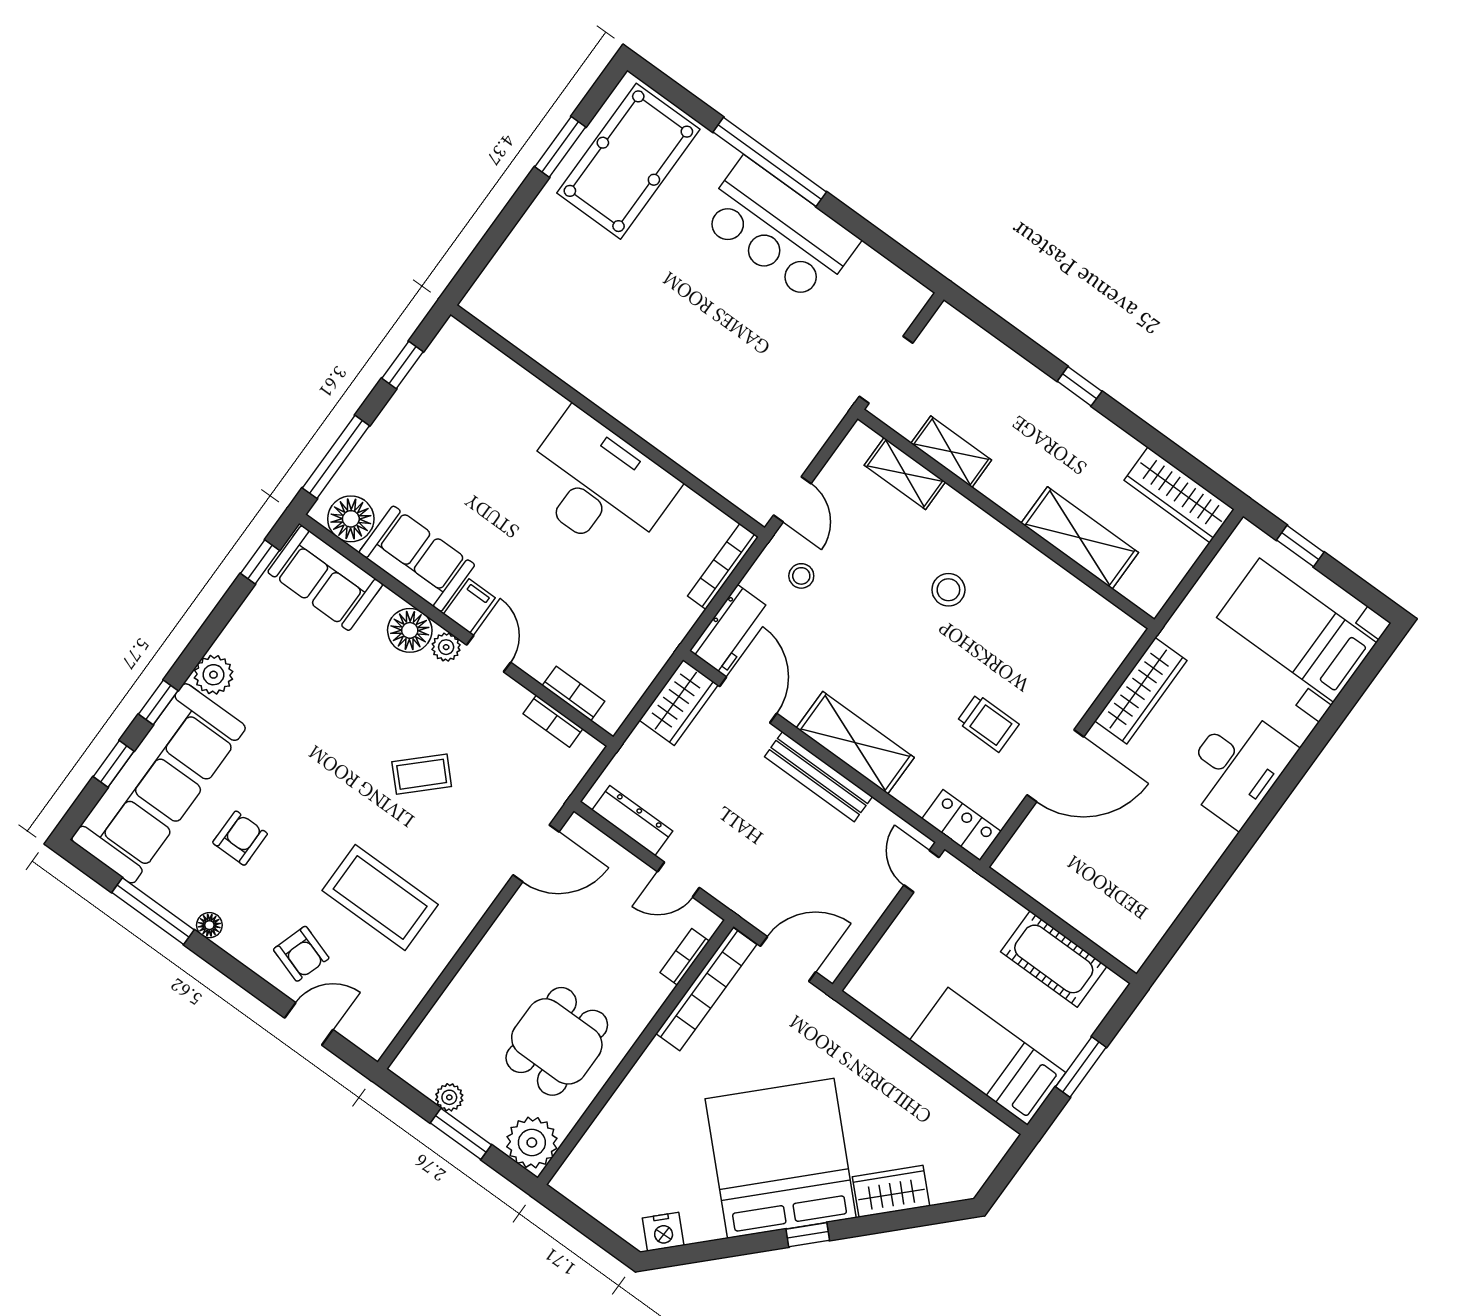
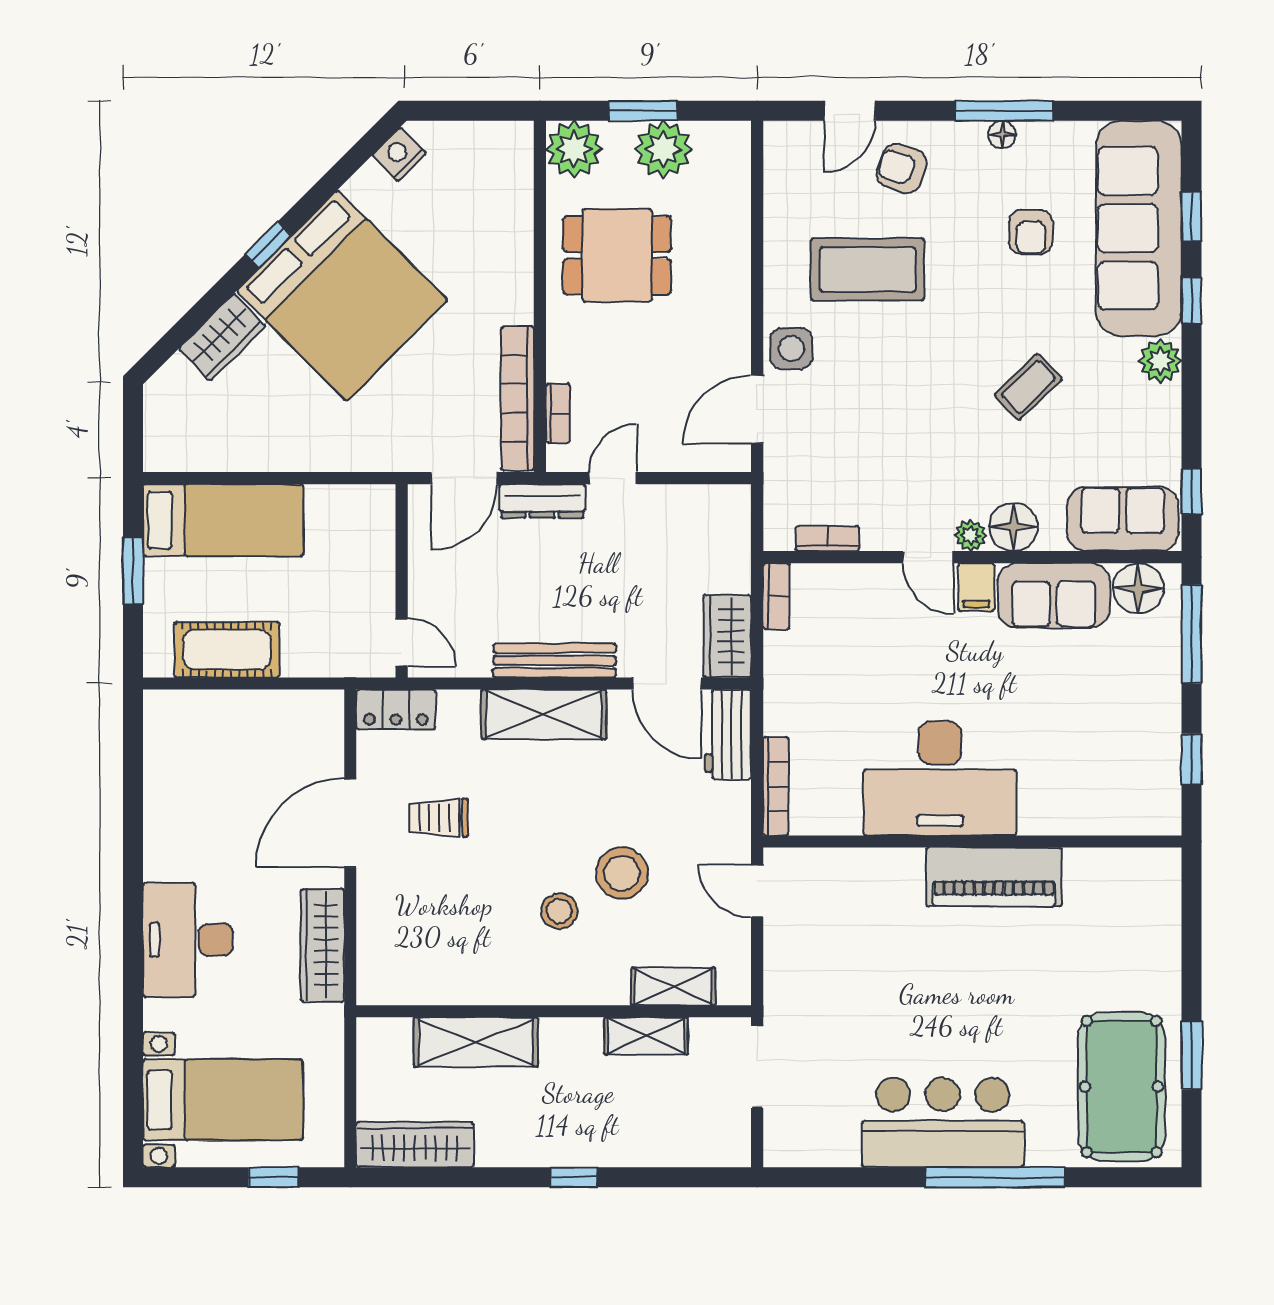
piano: (611, 383) -> (994, 877), added
stool: (801, 576) -> (622, 873), moved, width x1.89, depth x1.89
bookcase: (573, 694) -> (776, 596), moved, turned -90
coffee table: (422, 774) -> (1028, 387), moved
dresser: (632, 821) -> (542, 501), moved
side table: (478, 880) -> (791, 348), added
window: (153, 911) -> (1004, 111), moved
dining table: (557, 1041) -> (617, 255), turned 90
plant: (449, 1097) -> (664, 149), width x1.88, depth x1.88

